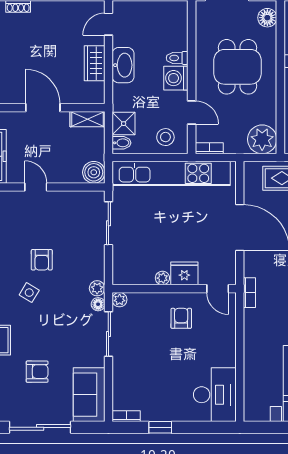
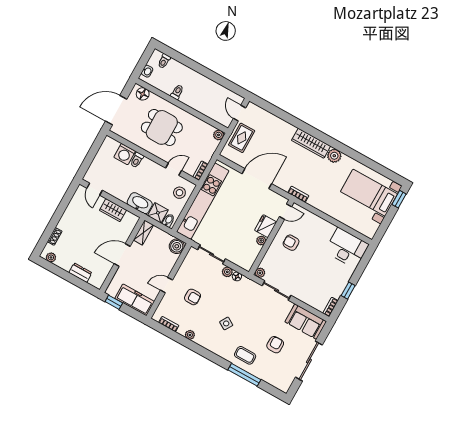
washbasin: (123, 65) -> (140, 203), moved
washing machine: (176, 78) -> (125, 154), moved
plant: (262, 139) -> (219, 135), width x0.53, depth x0.53
armchair: (42, 260) -> (193, 297), moved
plant: (97, 288) -> (227, 272), moved
floor lamp: (98, 304) -> (237, 276), moved

